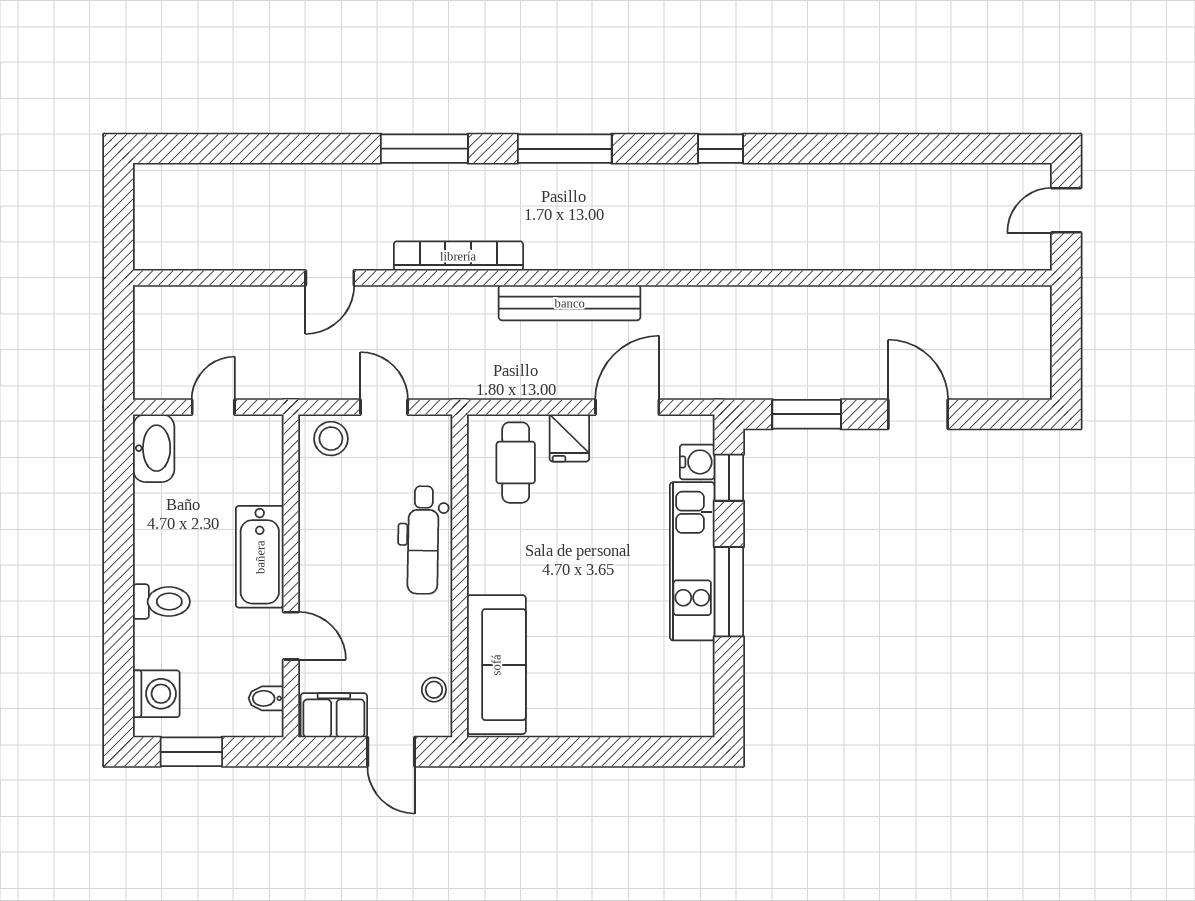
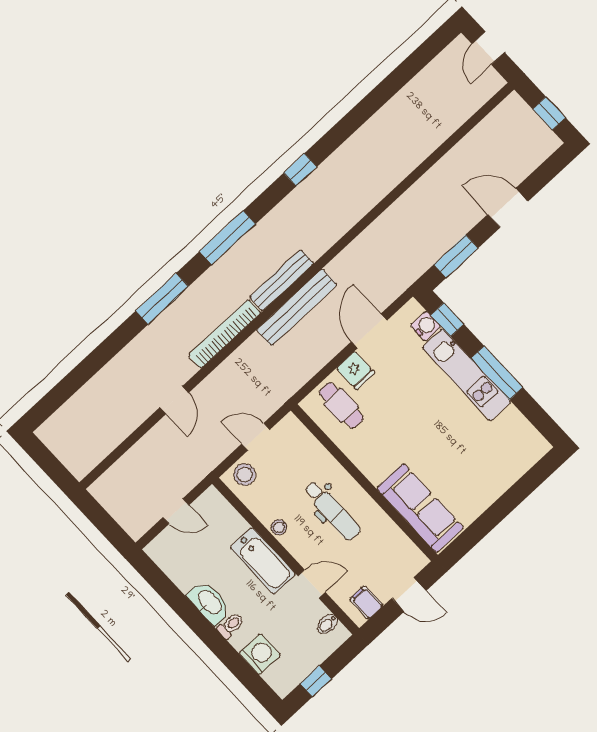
bench: (581, 255) -> (282, 280), added
window: (1066, 350) -> (549, 113), added
door: (213, 407) -> (176, 511), swing flipped
washbasin: (154, 448) -> (209, 602), moved
dental chair: (423, 540) -> (332, 511), moved
toilet: (161, 602) -> (231, 626), width x0.73, depth x0.72
stool: (434, 690) -> (279, 527), moved
washing machine: (156, 694) -> (260, 654), moved
filing cabinet: (334, 715) -> (366, 602), width x0.50
window: (191, 752) -> (316, 681), width x0.67

